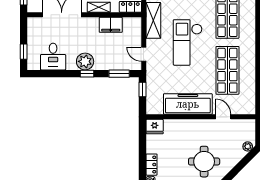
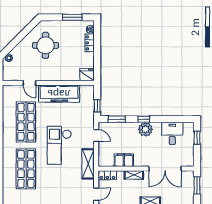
checkout: (188, 42) -> (59, 145), turned 180

